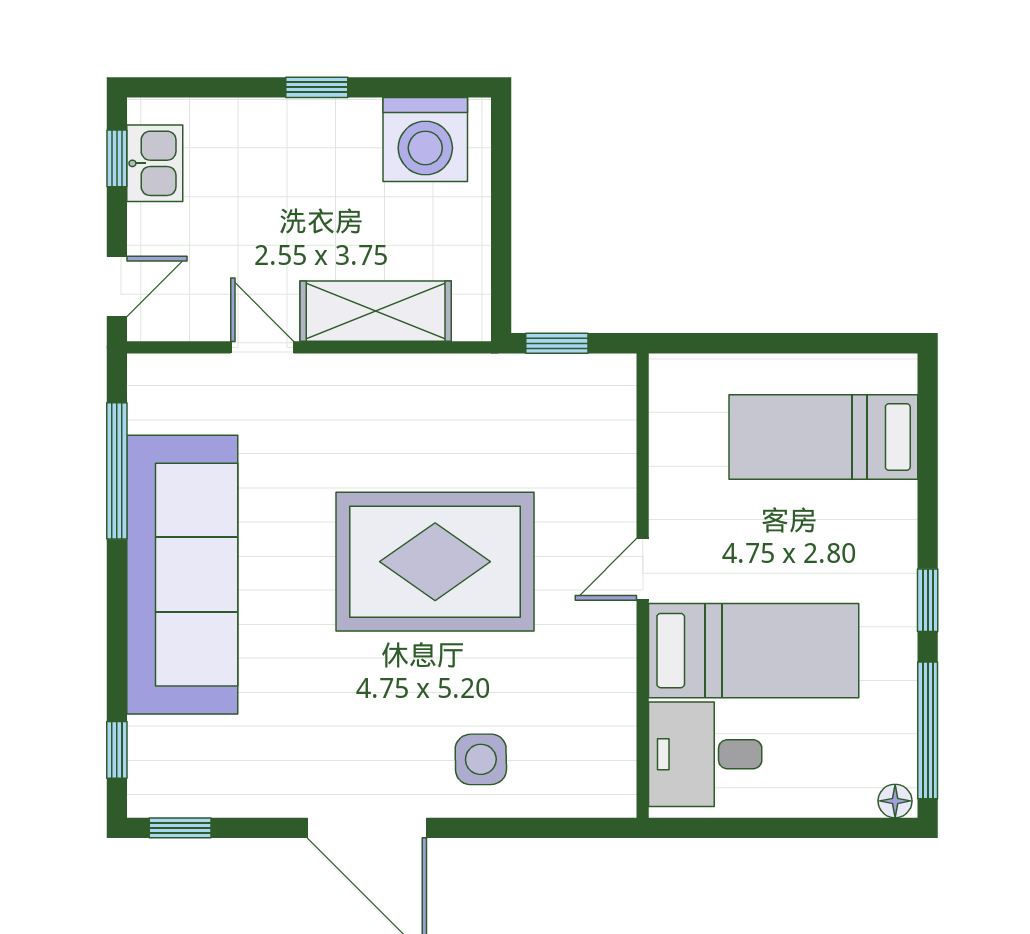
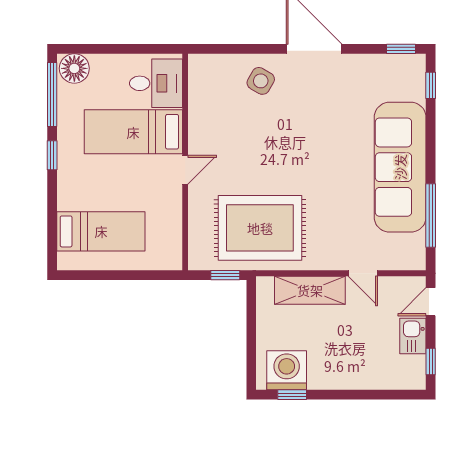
window: (317, 87) -> (292, 395), moved
kitchen sink: (155, 163) -> (413, 336), moved
rug: (435, 562) -> (260, 228), moved
side table: (481, 759) -> (261, 81), turned 31
floor lamp: (895, 801) -> (74, 68), width x1.89, depth x1.89

